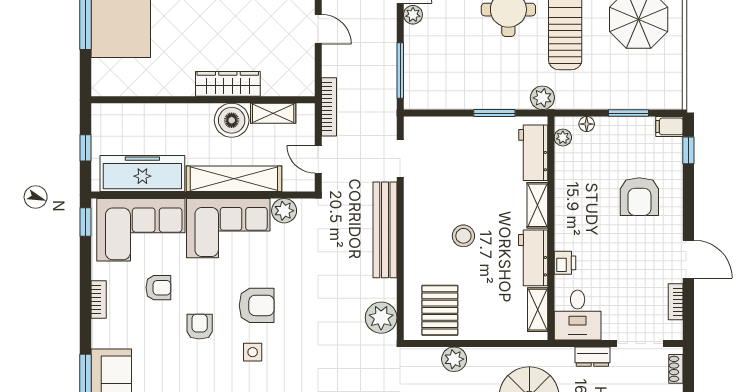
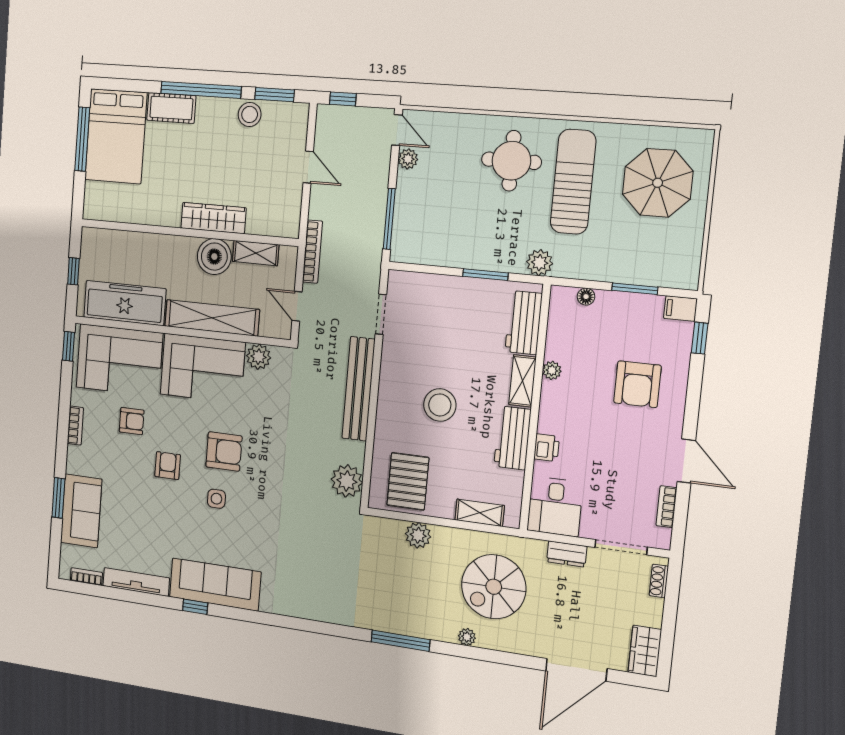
plant: (563, 137) -> (552, 370), moved
stool: (463, 236) -> (440, 405), width x1.38, depth x1.38
shelving: (538, 310) -> (480, 513), moved, turned 90

